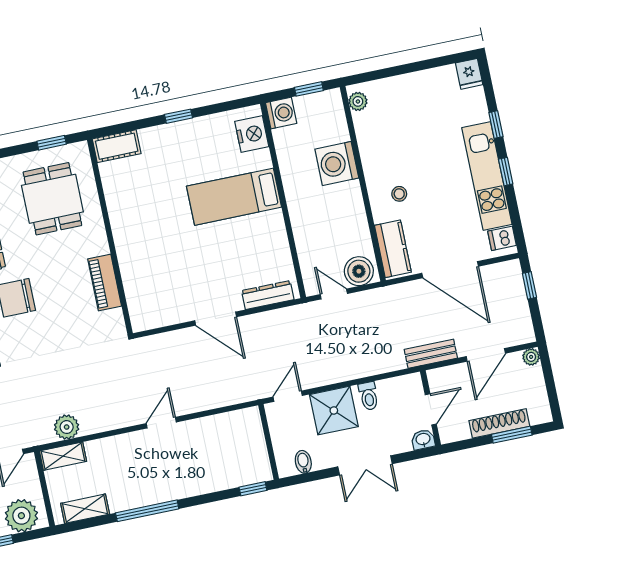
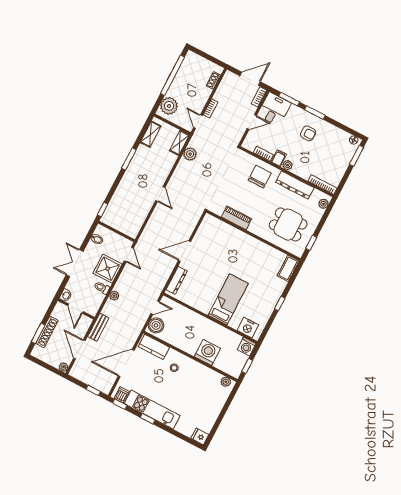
window: (496, 125) -> (120, 404), moved
plant: (365, 368) -> (114, 296), added
window: (147, 511) -> (129, 159), width x0.69

